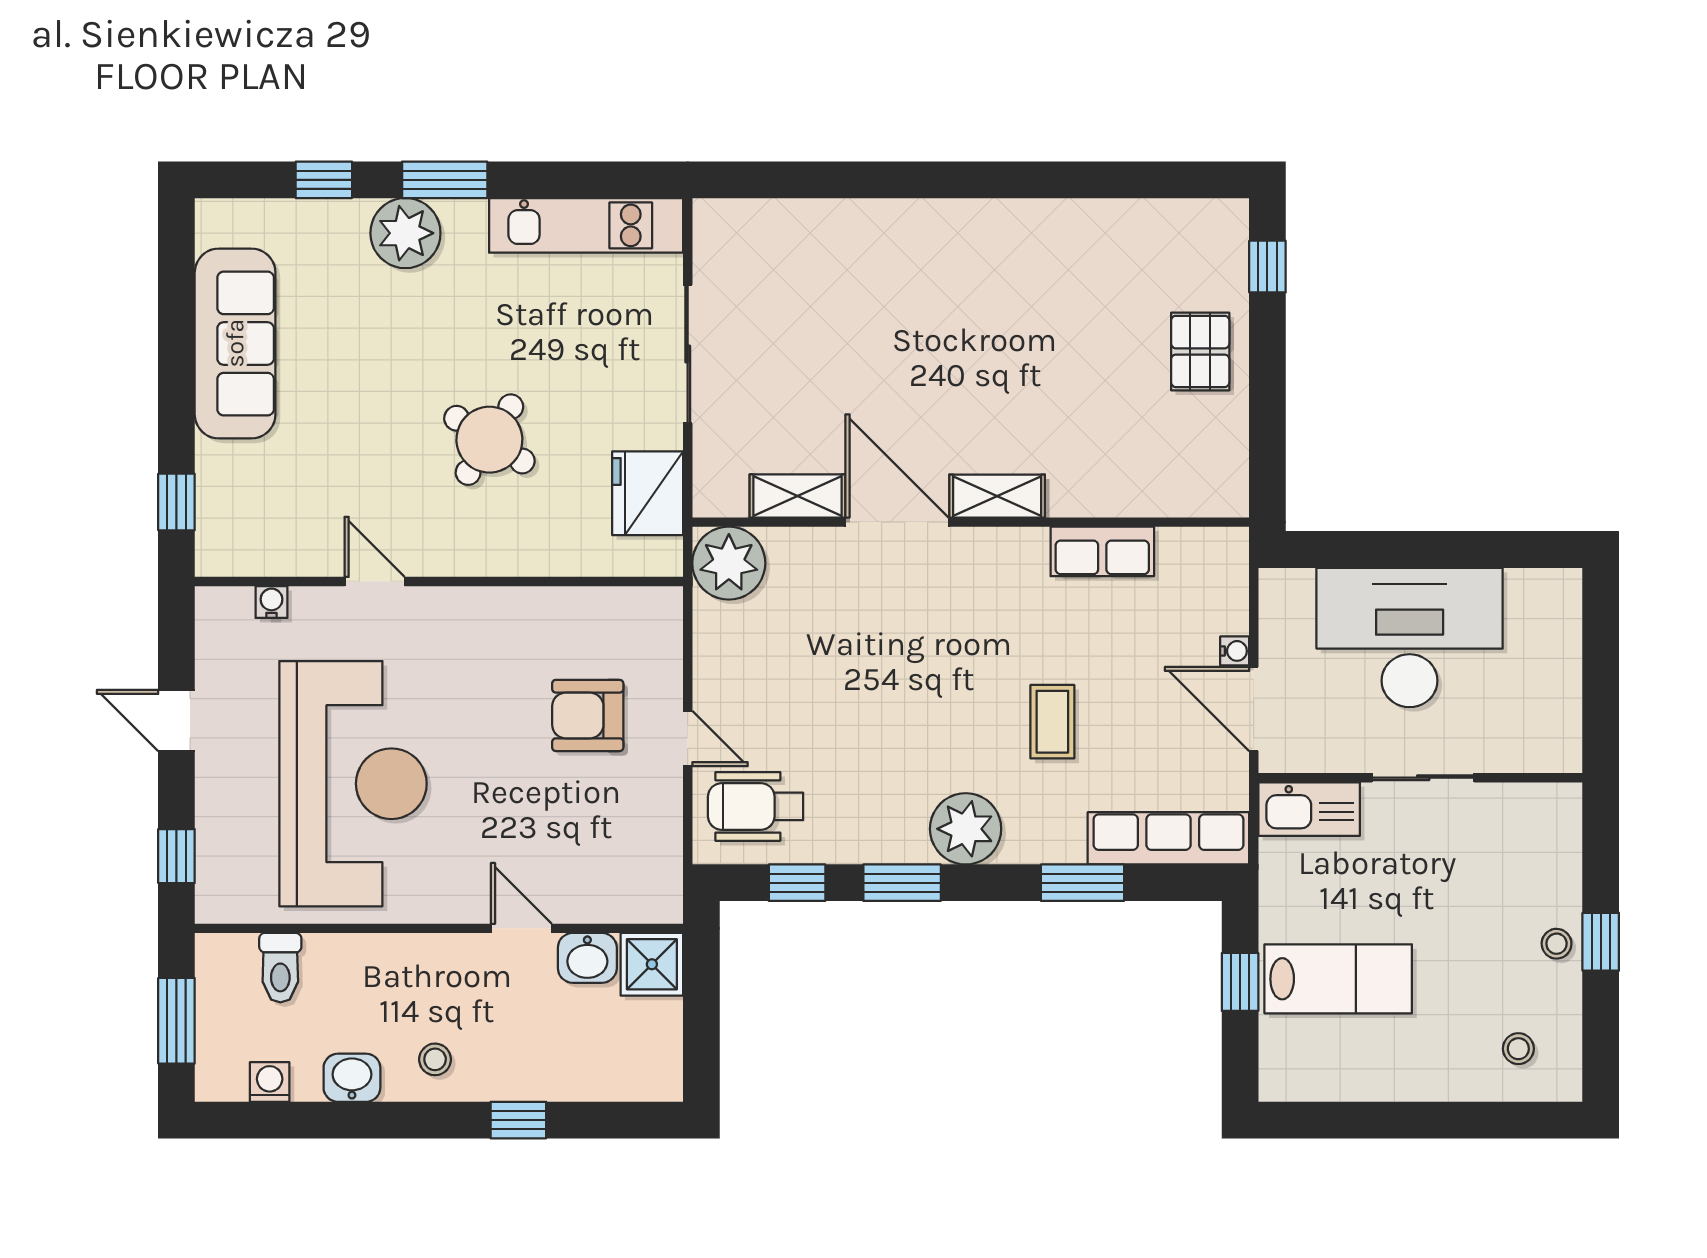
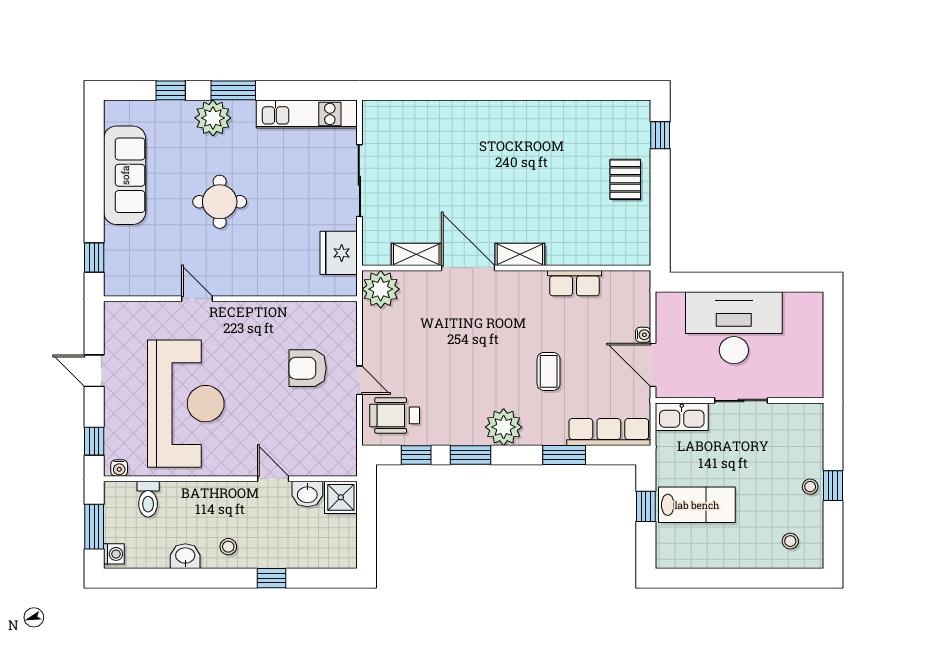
round table: (489, 440) -> (220, 202), moved, turned -33
water cooler: (271, 602) -> (119, 468), moved, turned 180
washing machine: (270, 1082) -> (114, 554), moved, turned 90

